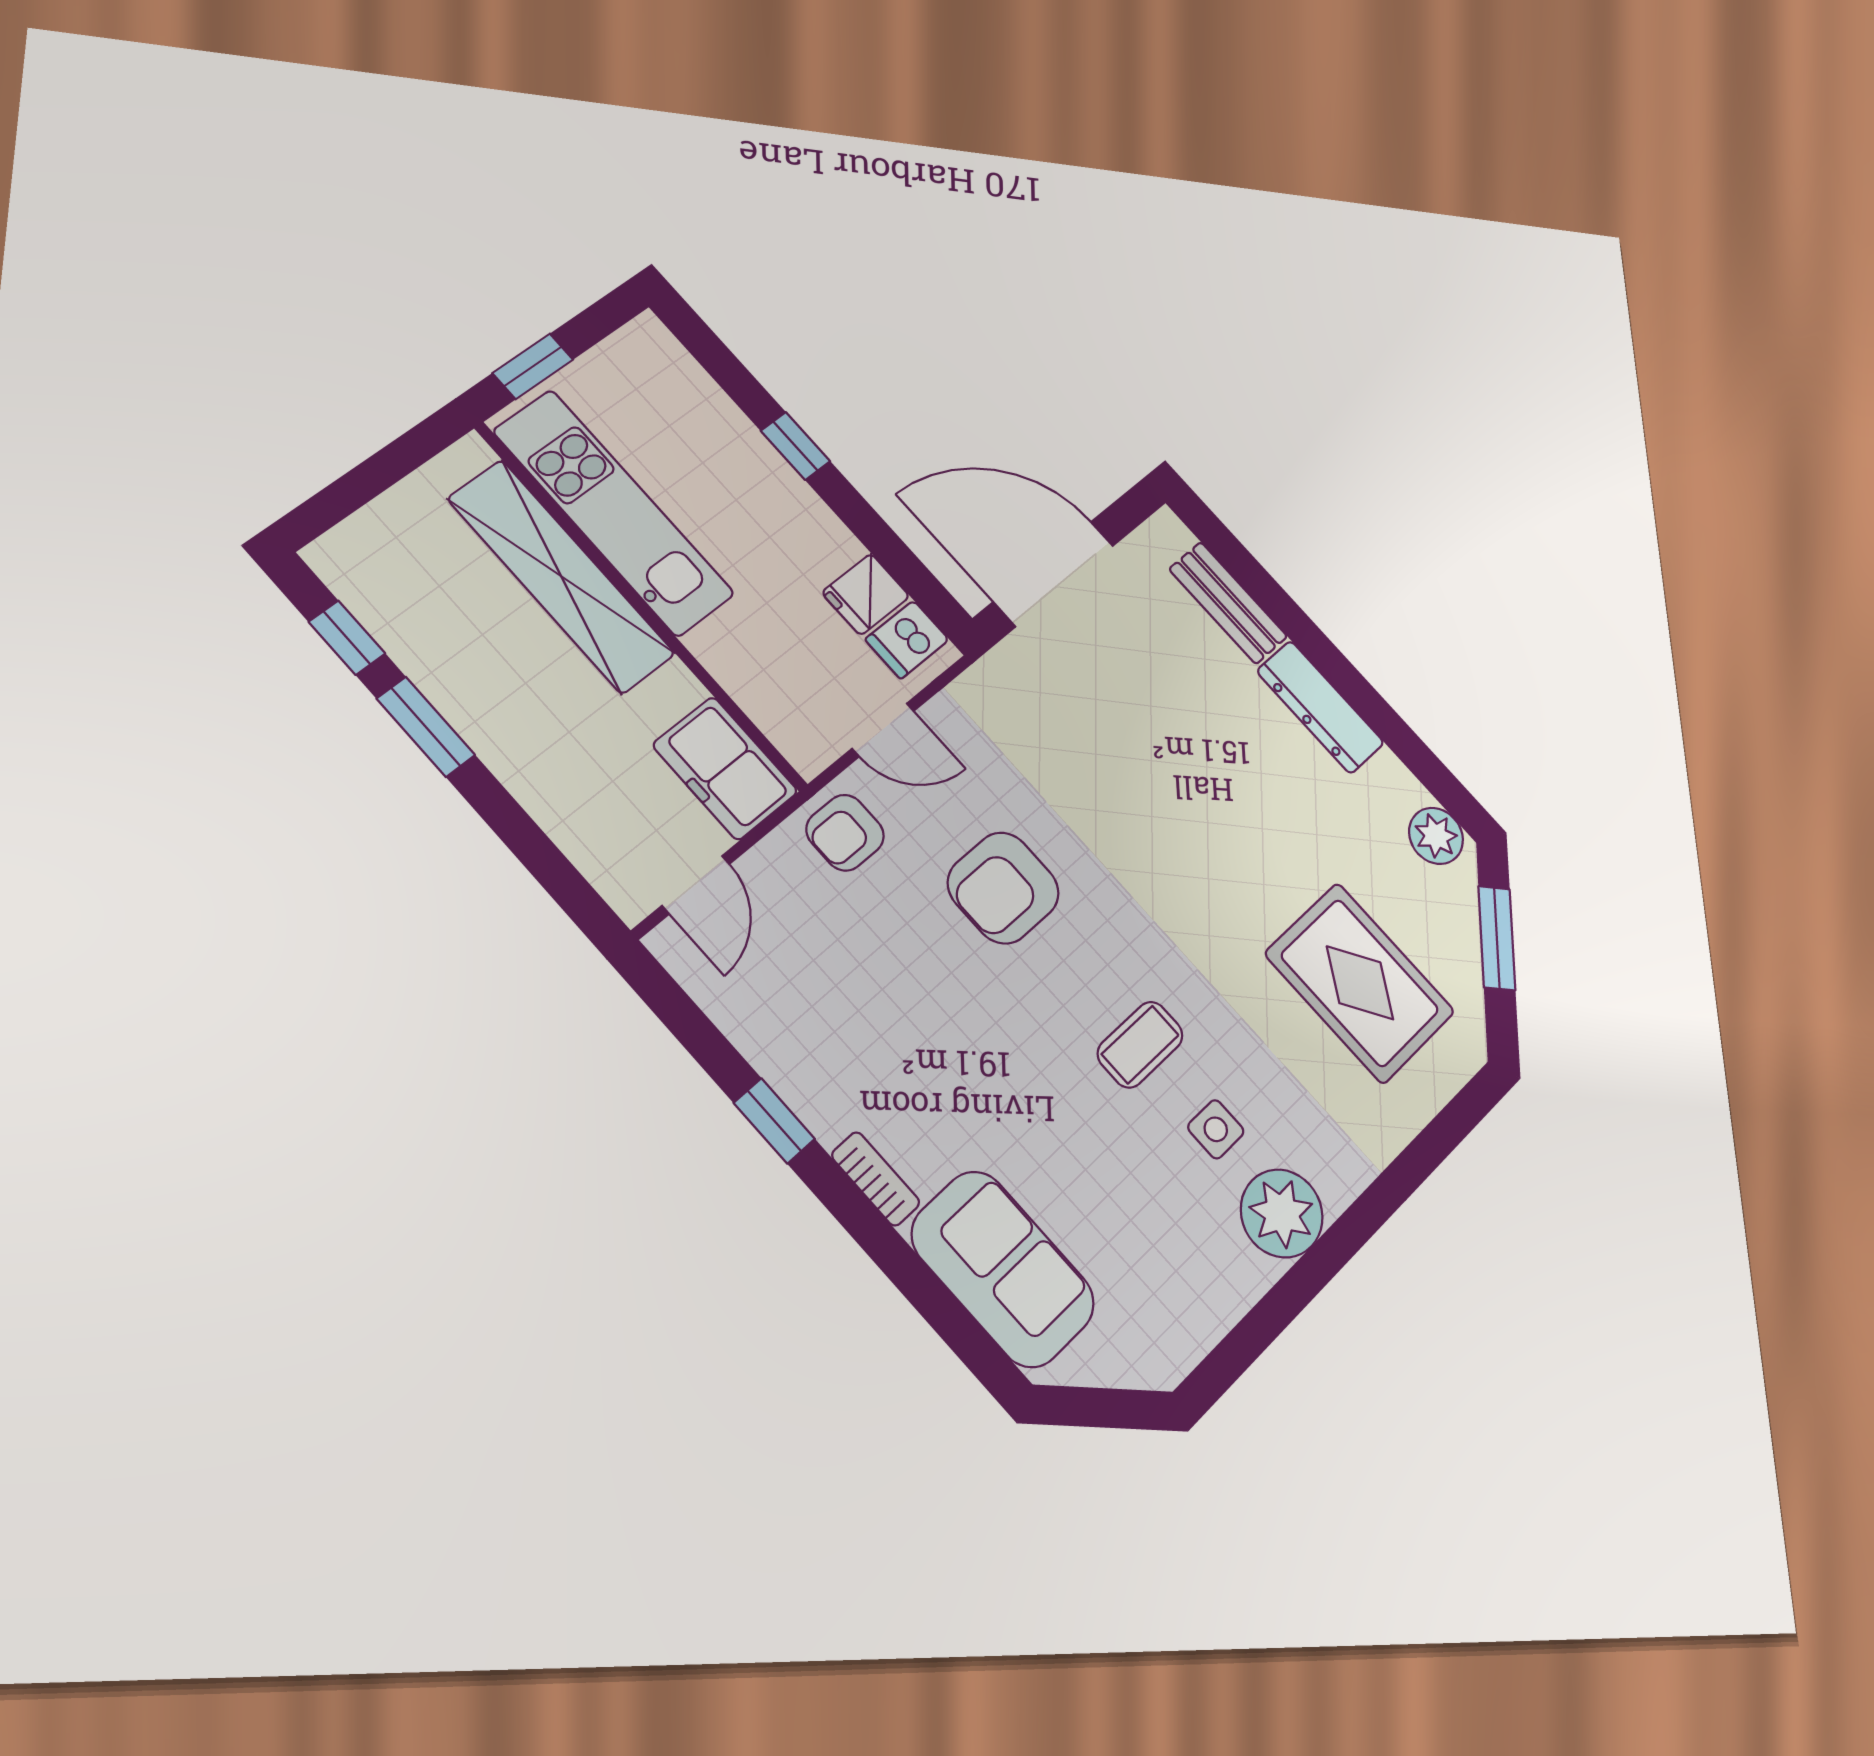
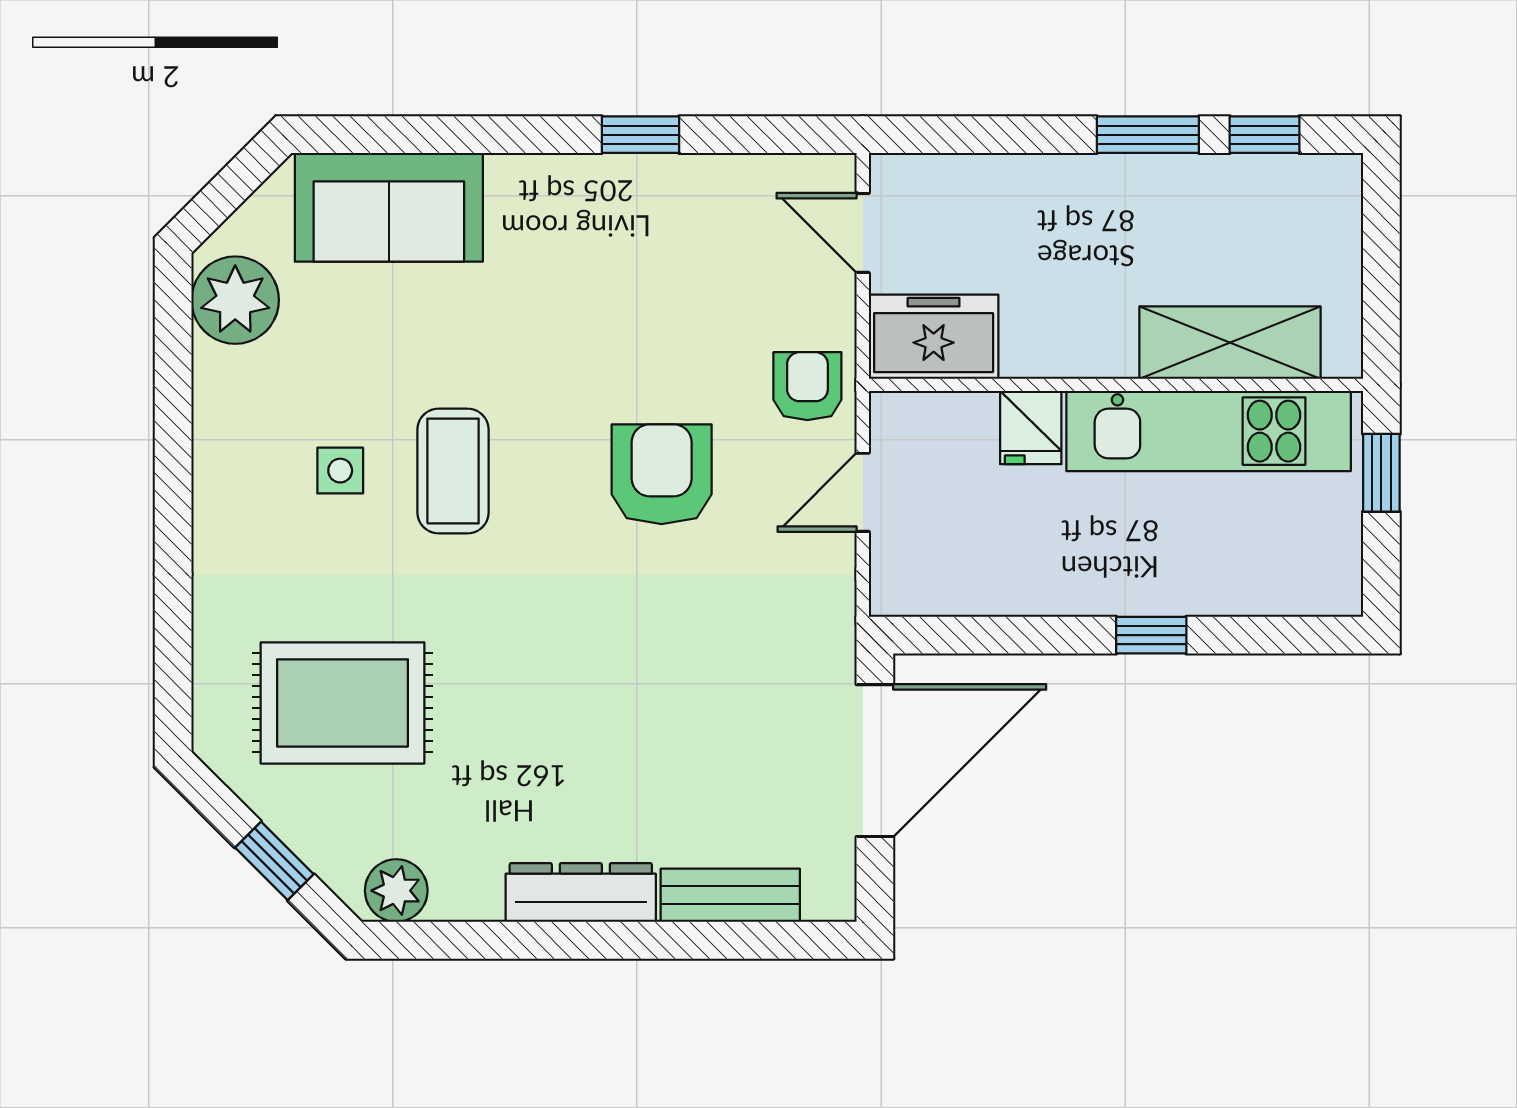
shelving: (561, 576) -> (1230, 343), width x0.68
fridge: (866, 594) -> (1031, 428), moved, turned 180
dishwasher: (907, 640) -> (919, 581), removed
window: (1497, 938) -> (274, 861), width x0.67
coffee table: (1140, 1045) -> (453, 471), width x1.36, depth x1.30
bookcase: (876, 1179) -> (535, 172), removed
plant: (1282, 1213) -> (235, 300), moved

